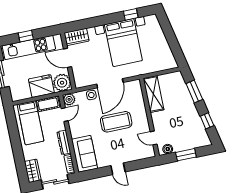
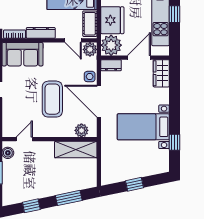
window: (172, 40) -> (134, 184), added
bed with nightstands: (123, 43) -> (143, 127), width x0.73
dresser: (78, 79) -> (111, 65), added
plant: (137, 93) -> (81, 130), added

